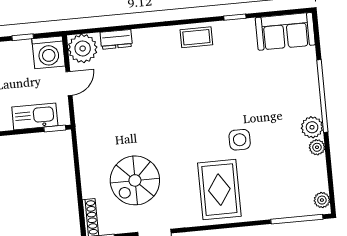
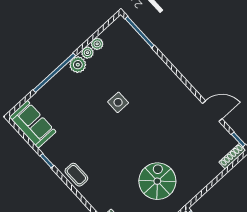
spiral stairs: (135, 180) -> (157, 181), moved, turned -90
rug: (219, 190) -> (157, 92), removed
plant: (322, 200) -> (97, 44), moved

